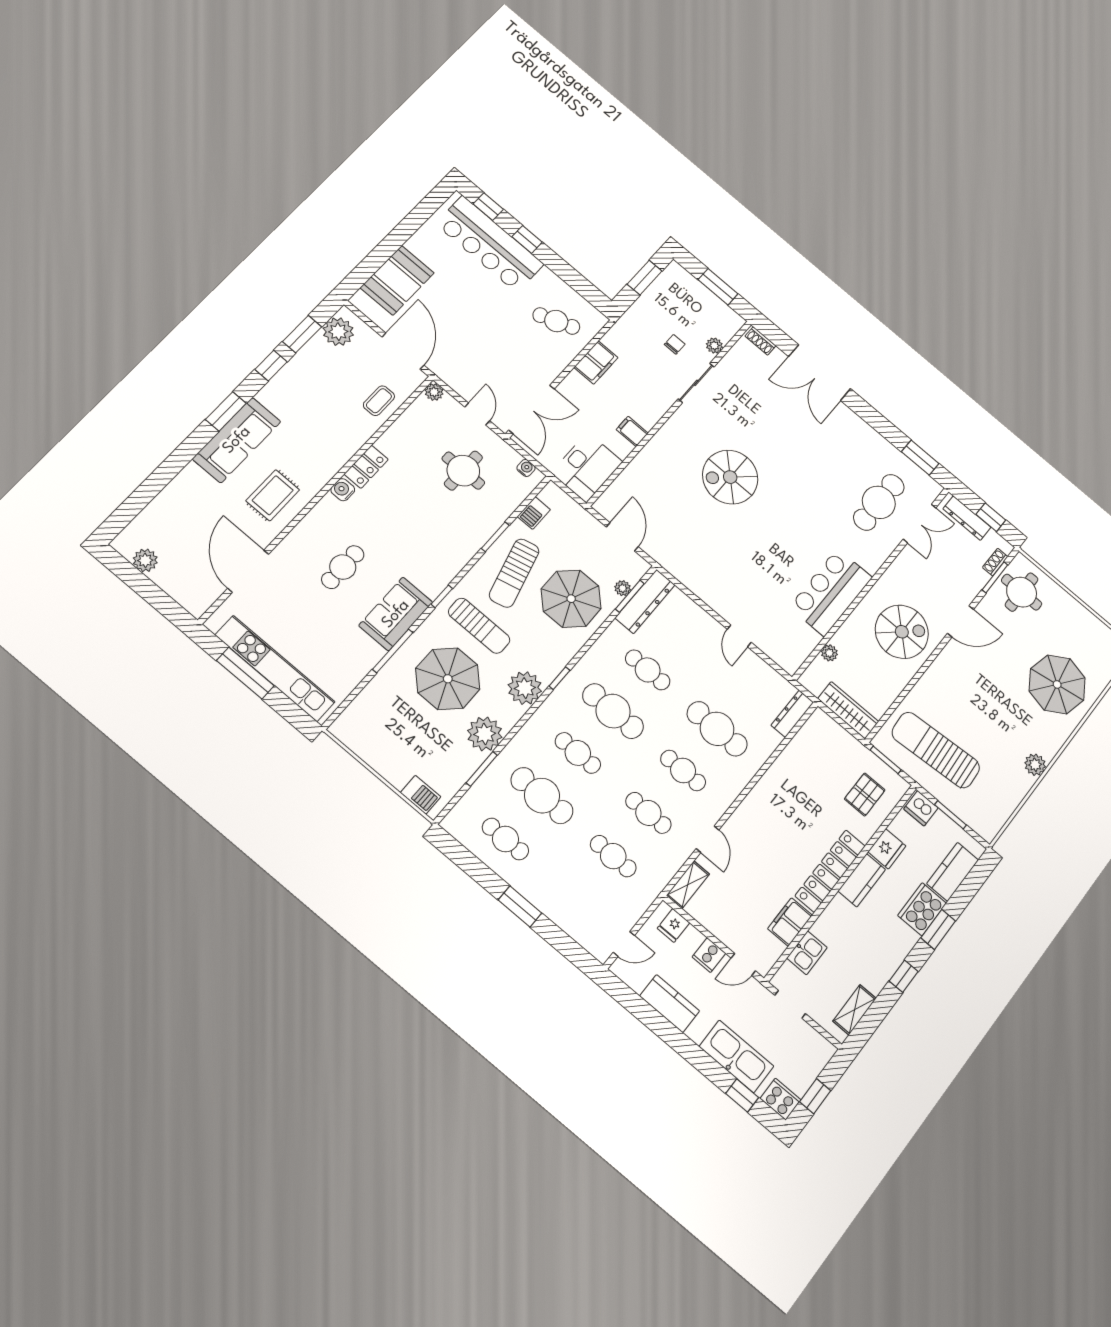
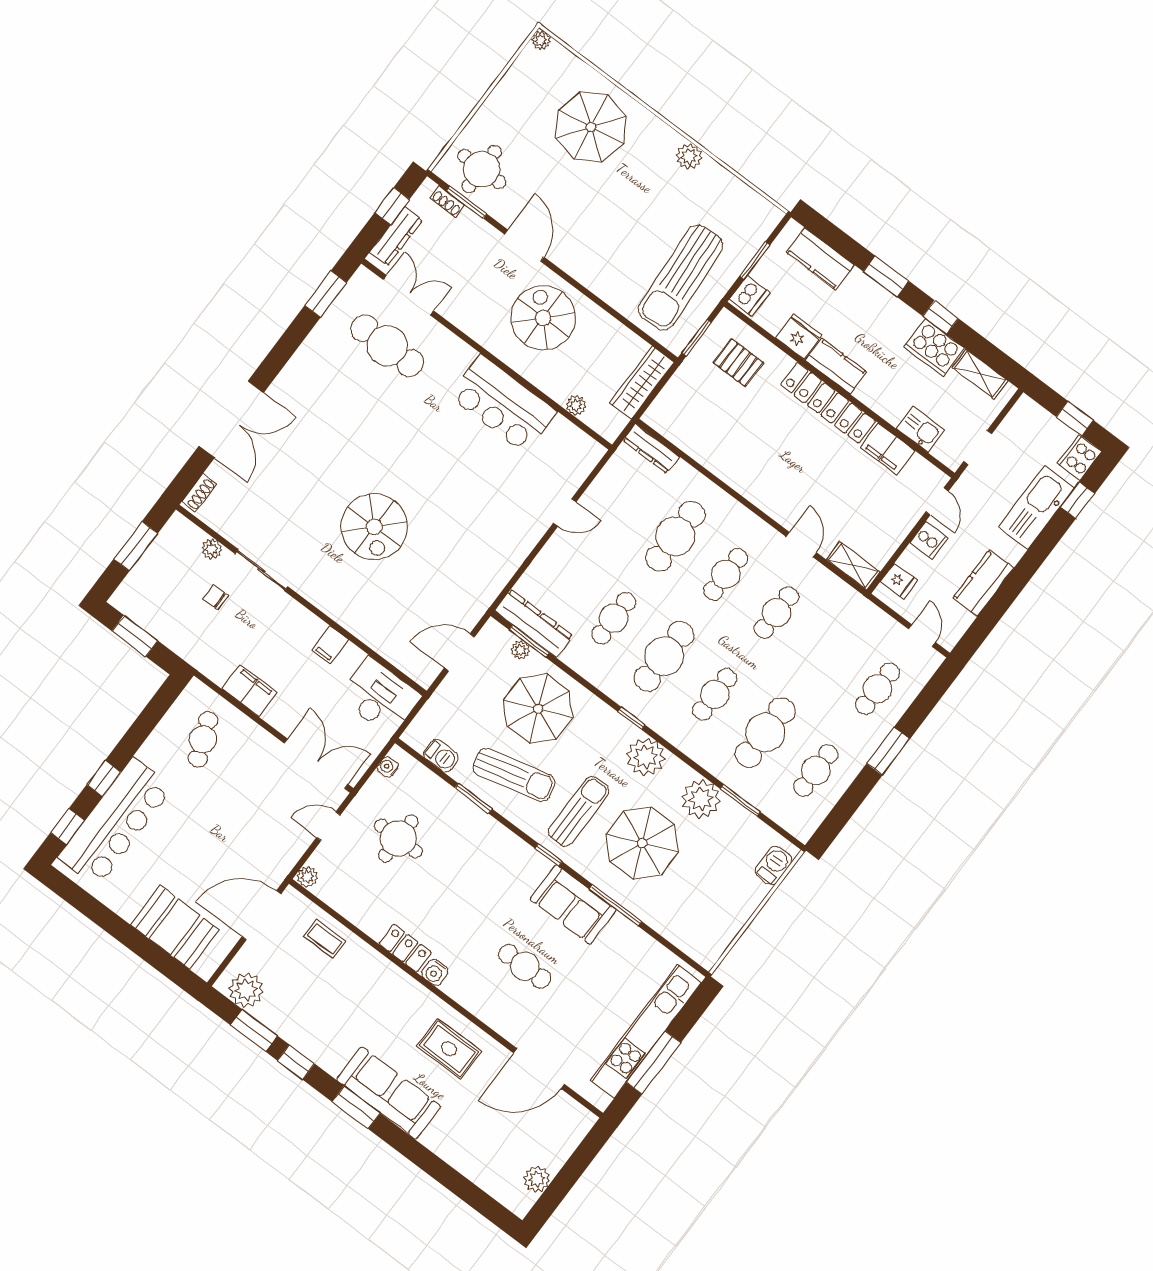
door: (708, 839) -> (801, 545), hinge flipped
cafe table: (613, 856) -> (877, 689), moved
cooker: (922, 909) -> (934, 348), moved

